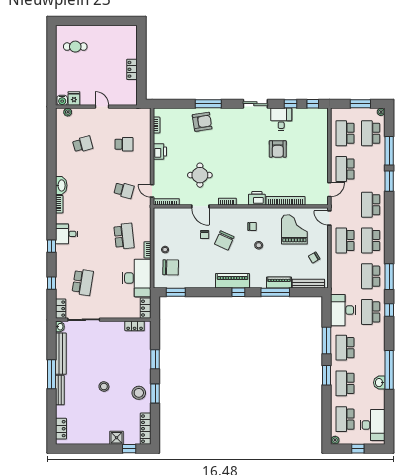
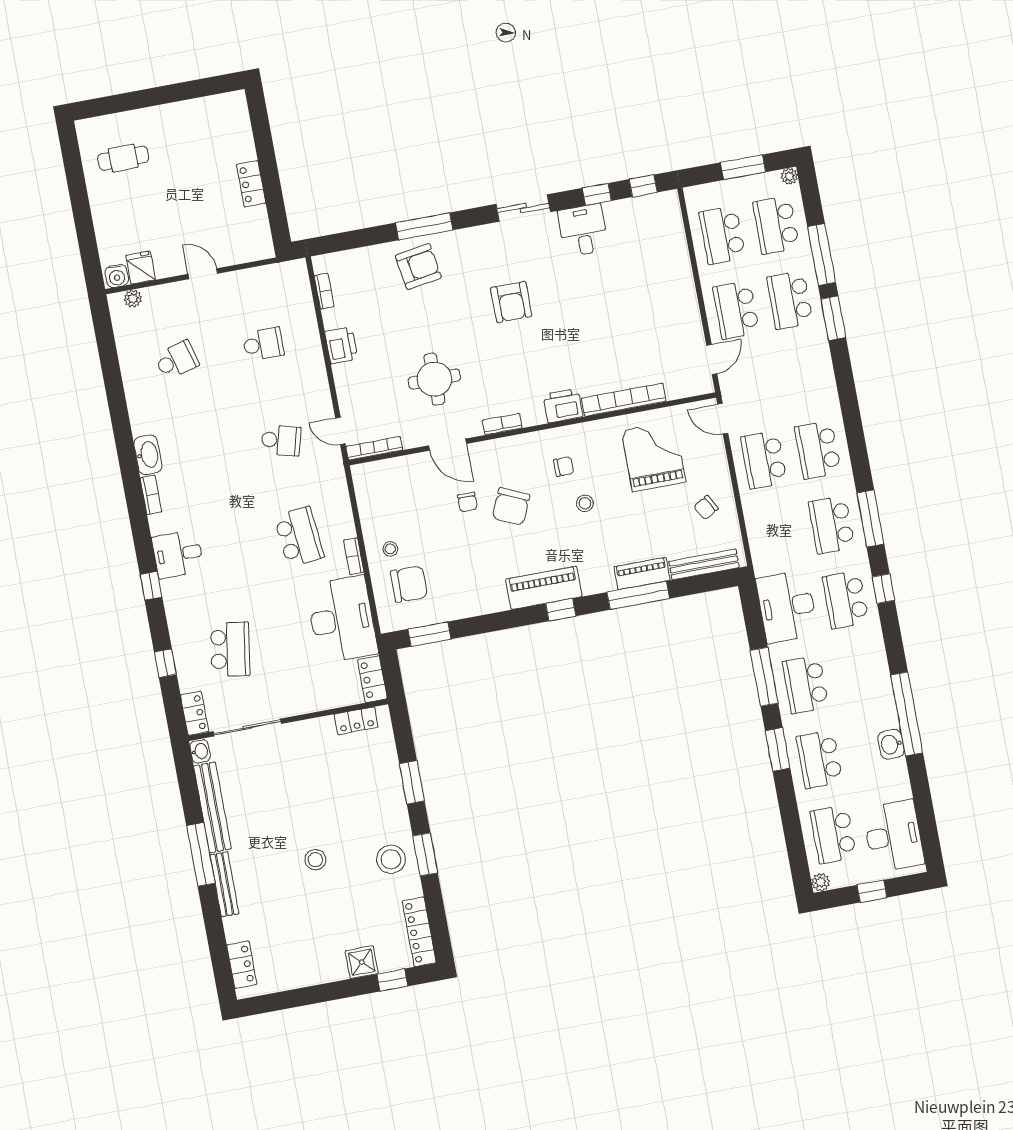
armchair: (278, 149) -> (511, 302), moved
school desk: (371, 205) -> (790, 300), moved

